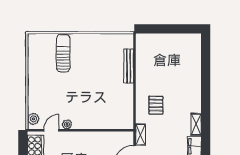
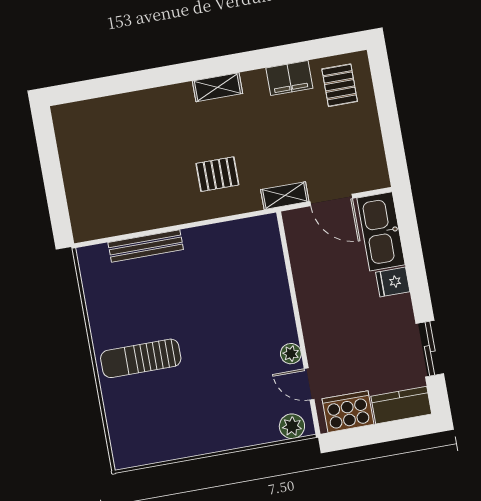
sun lounger: (63, 53) -> (141, 358), moved
shelving: (196, 124) -> (217, 87), moved

